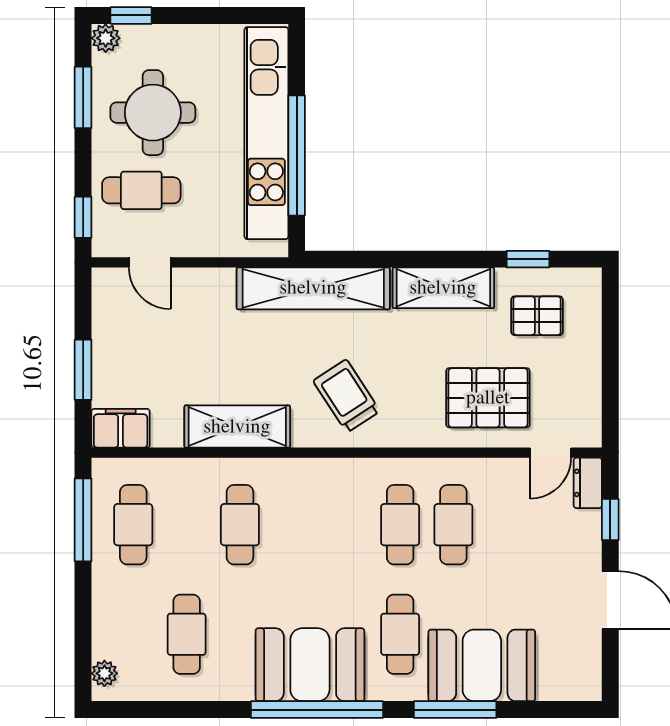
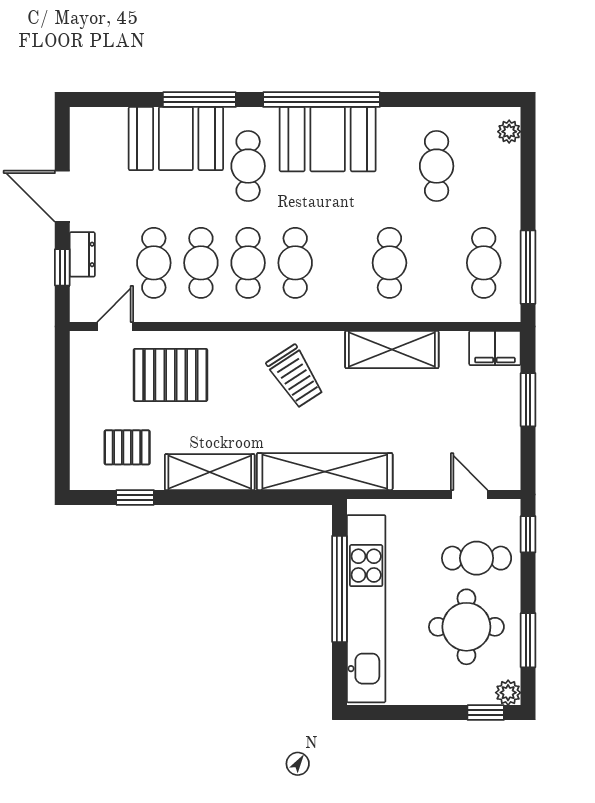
dresser: (588, 483) -> (82, 254), moved
cafe table: (347, 525) -> (295, 263), added
cafe table: (507, 525) -> (154, 263), added

